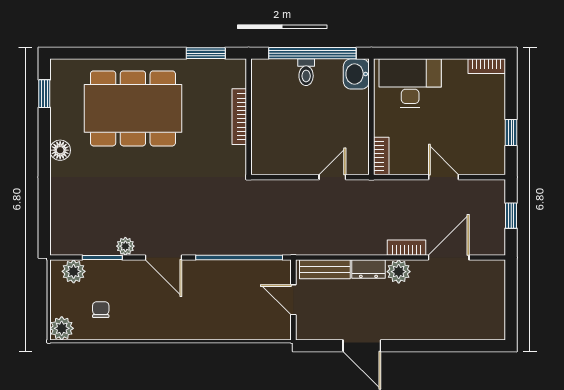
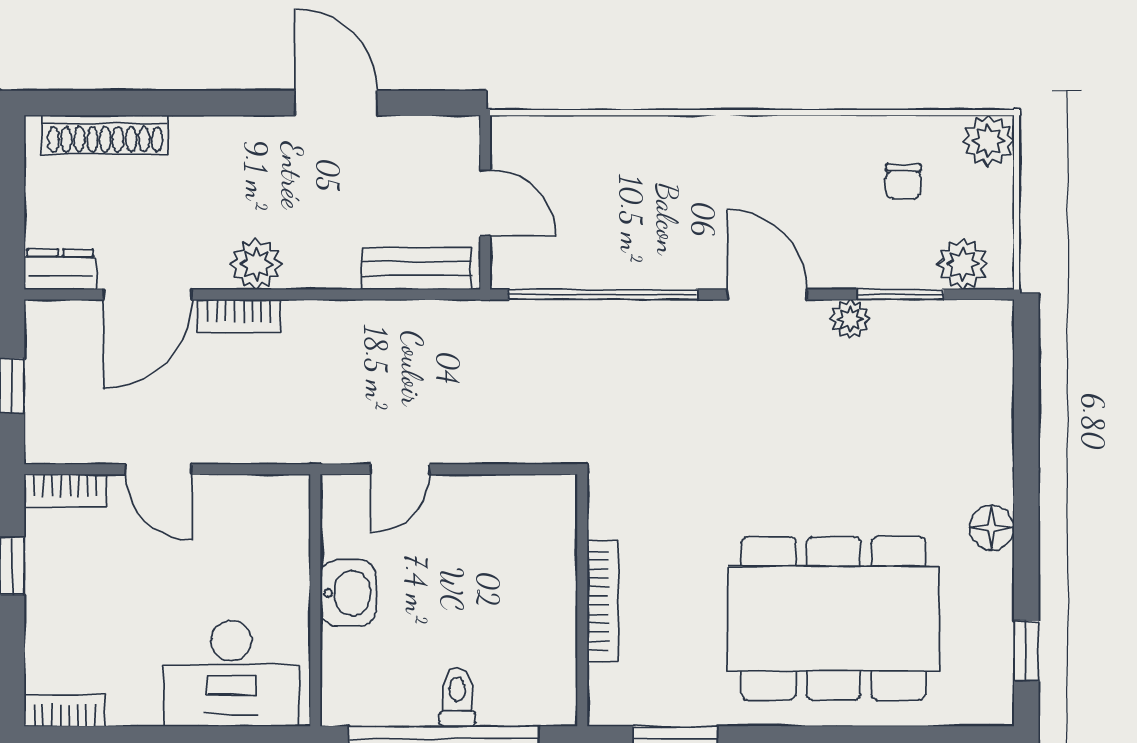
washbasin: (356, 74) -> (348, 593), moved
bookcase: (381, 156) -> (65, 491), moved, turned -90
dresser: (368, 269) -> (60, 269), moved
shoe rack: (468, 331) -> (105, 135), added

